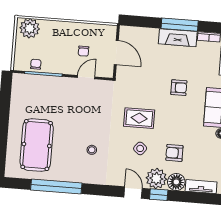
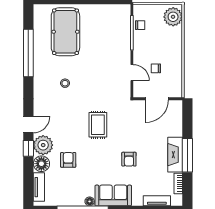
pool table: (37, 145) -> (65, 32), turned 90
side table: (140, 148) -> (70, 128), removed

